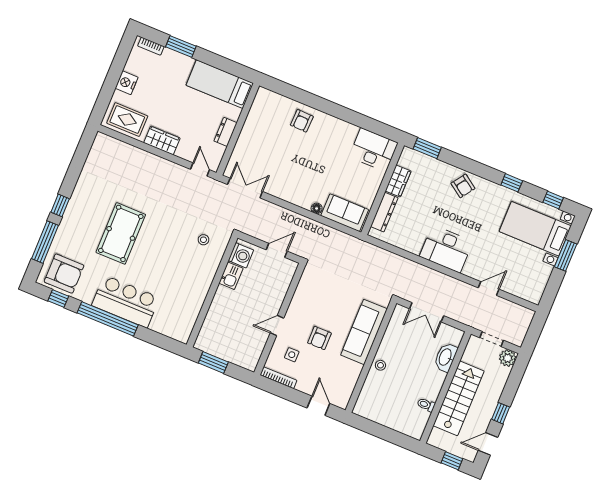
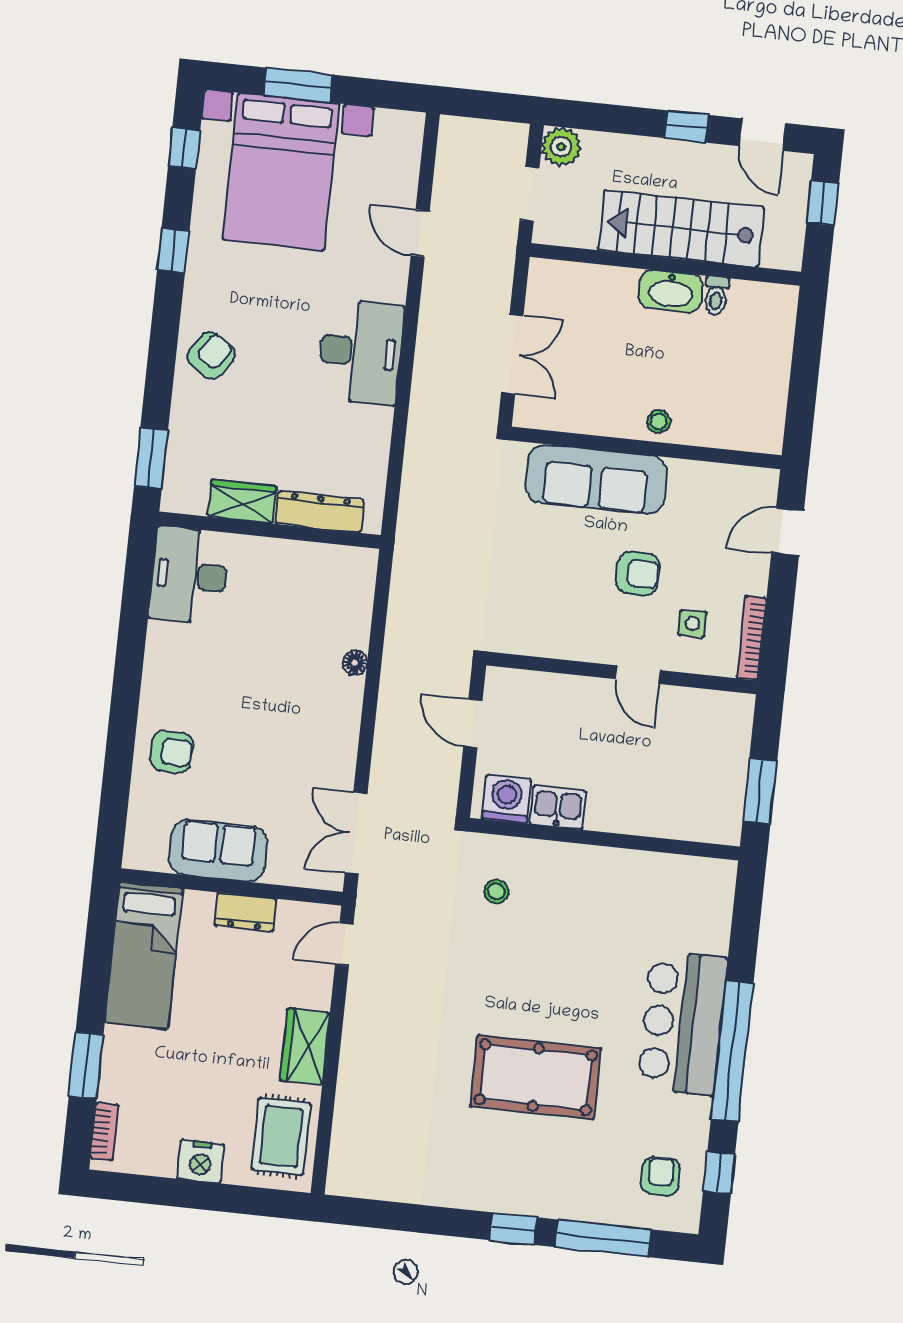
sofa: (345, 213) -> (218, 851), moved, turned 90
bed with nightstands: (535, 229) -> (281, 172), width x1.36
armchair: (64, 274) -> (661, 1176), width x0.53, depth x0.53
washbasin: (446, 357) -> (671, 291), moved

